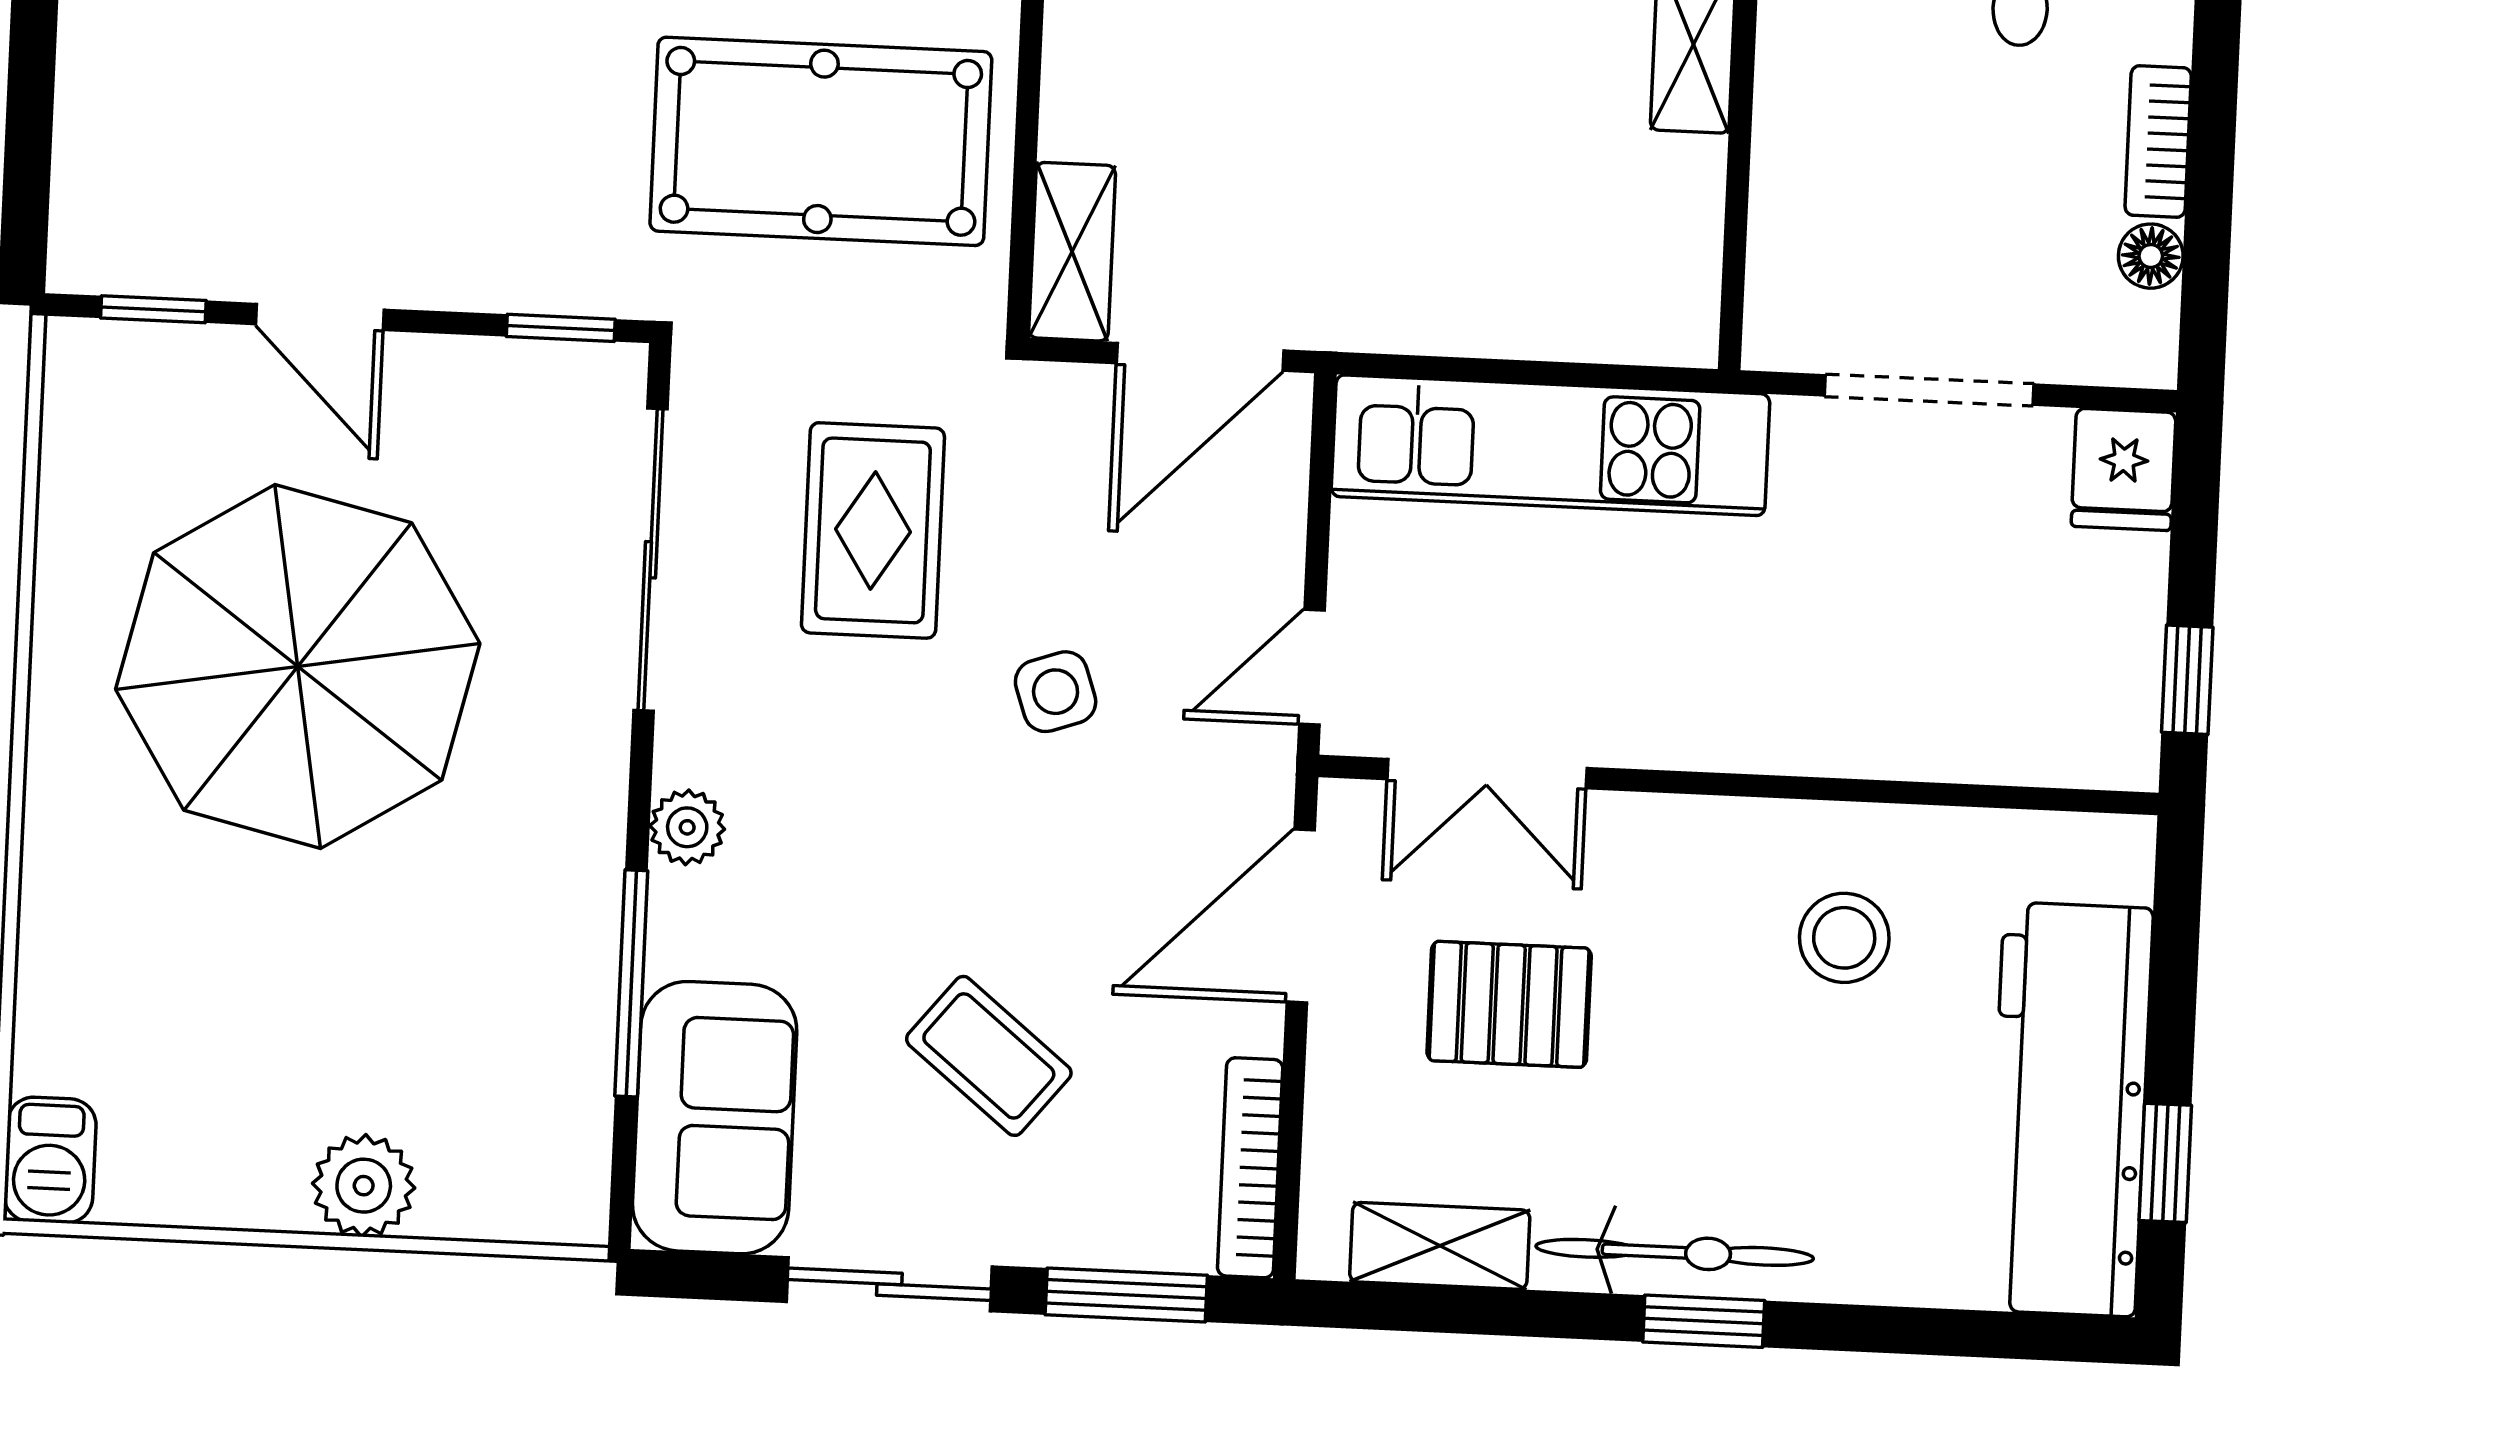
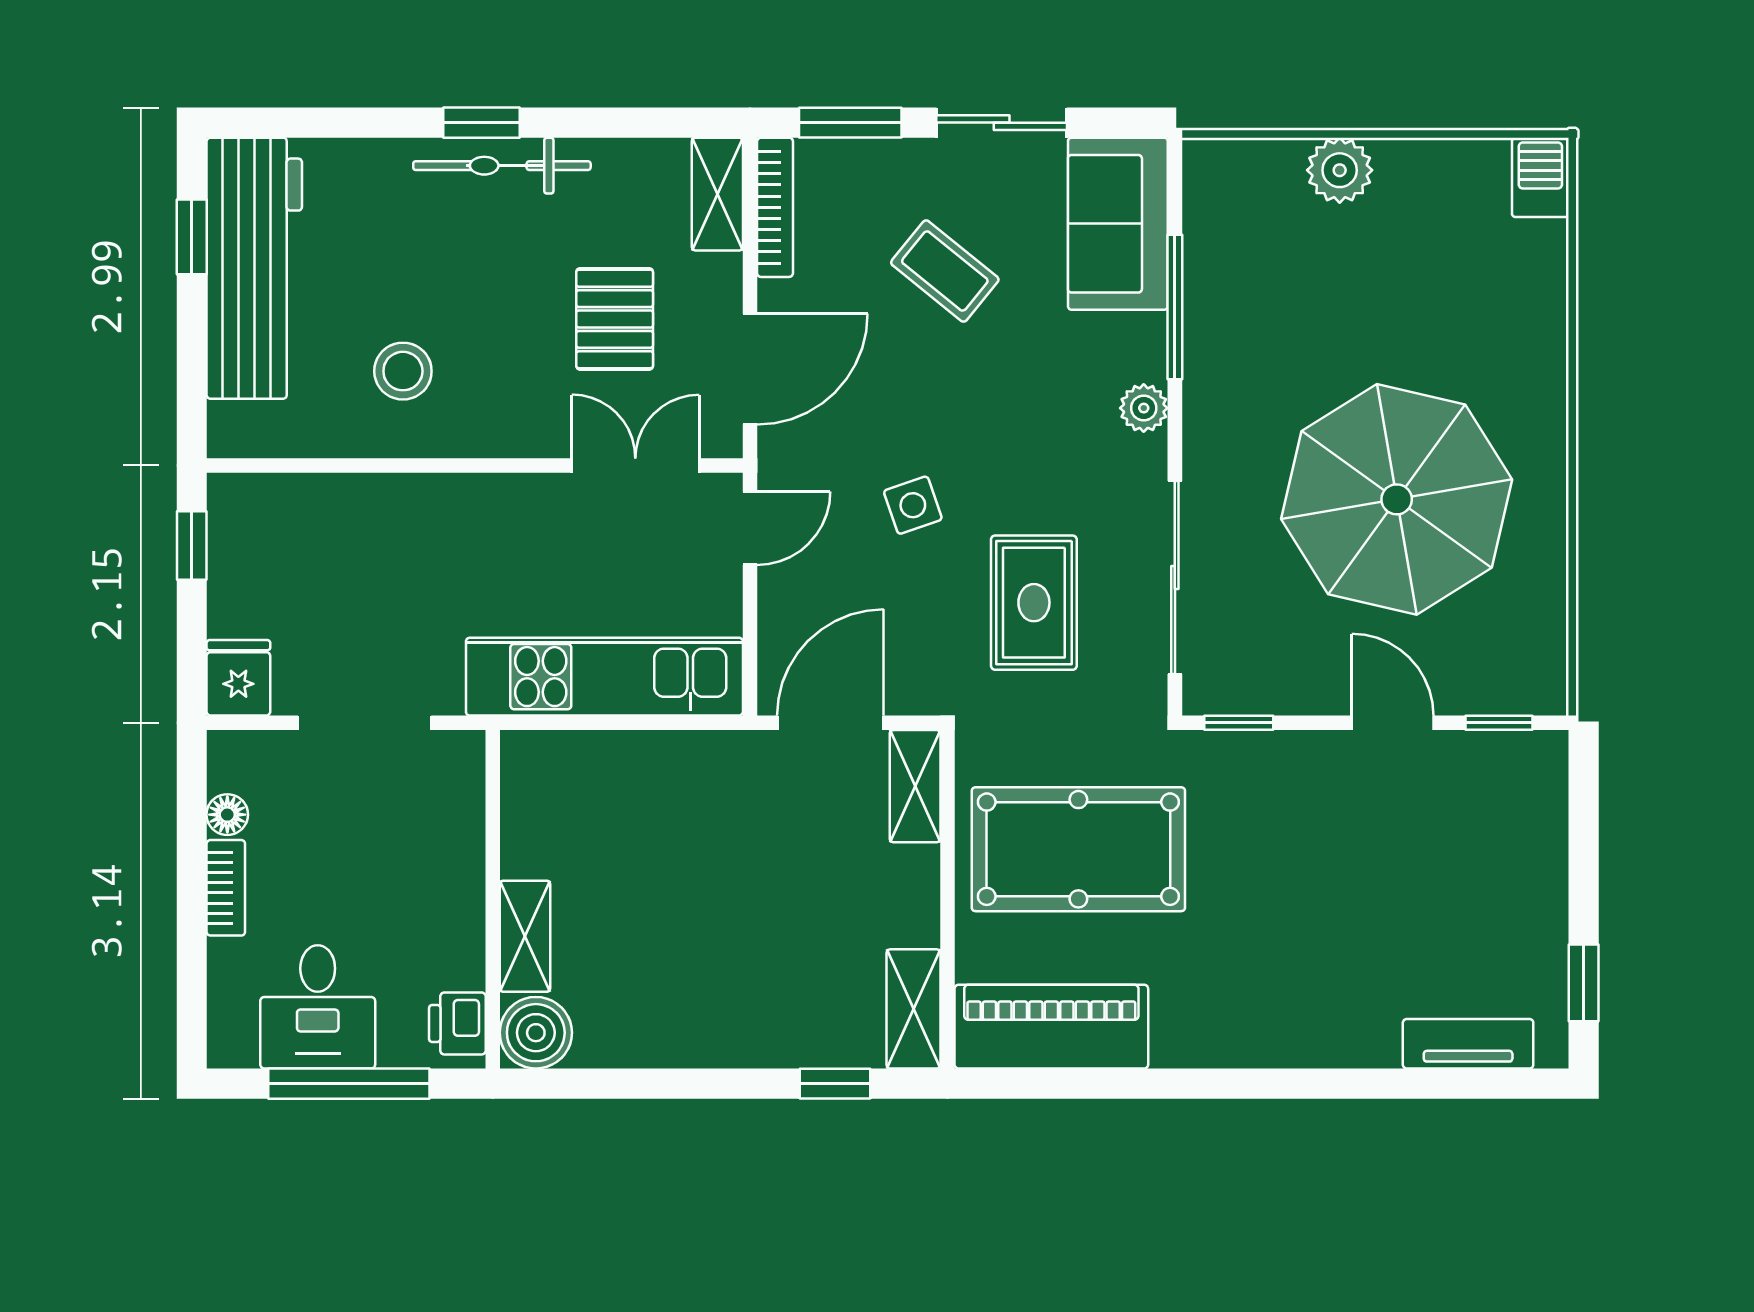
pallet: (1509, 1004) -> (615, 319), turned 90
shelving: (1440, 1246) -> (717, 194), moved, turned 90

